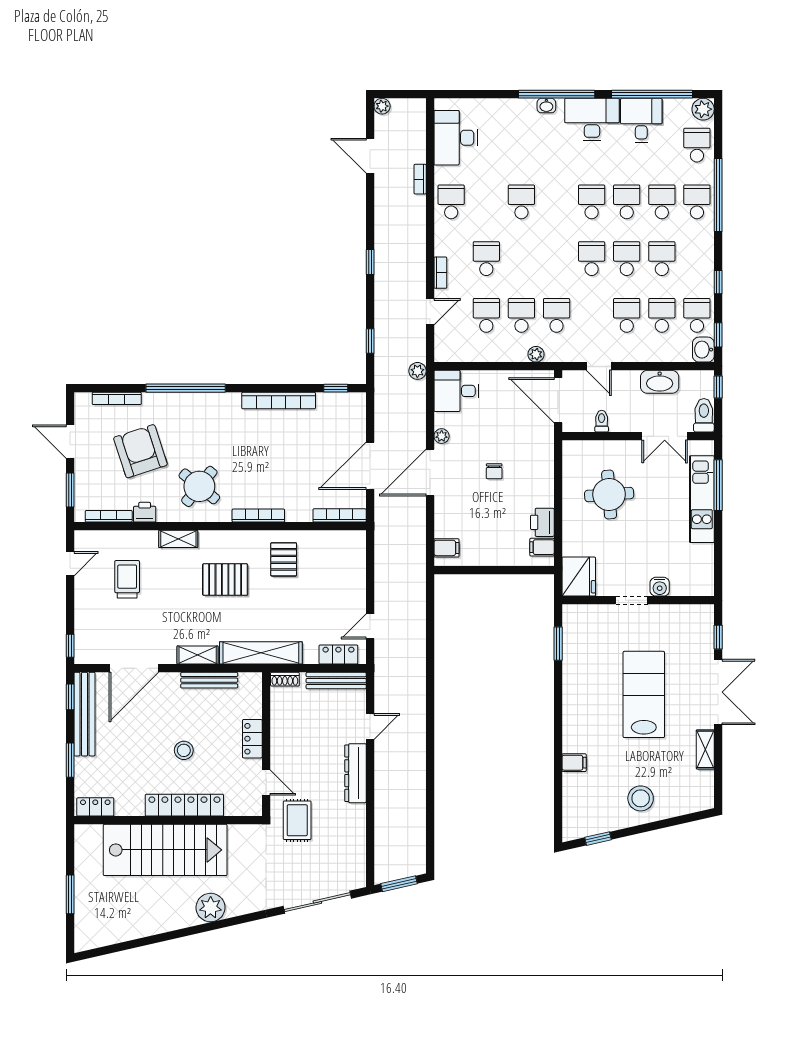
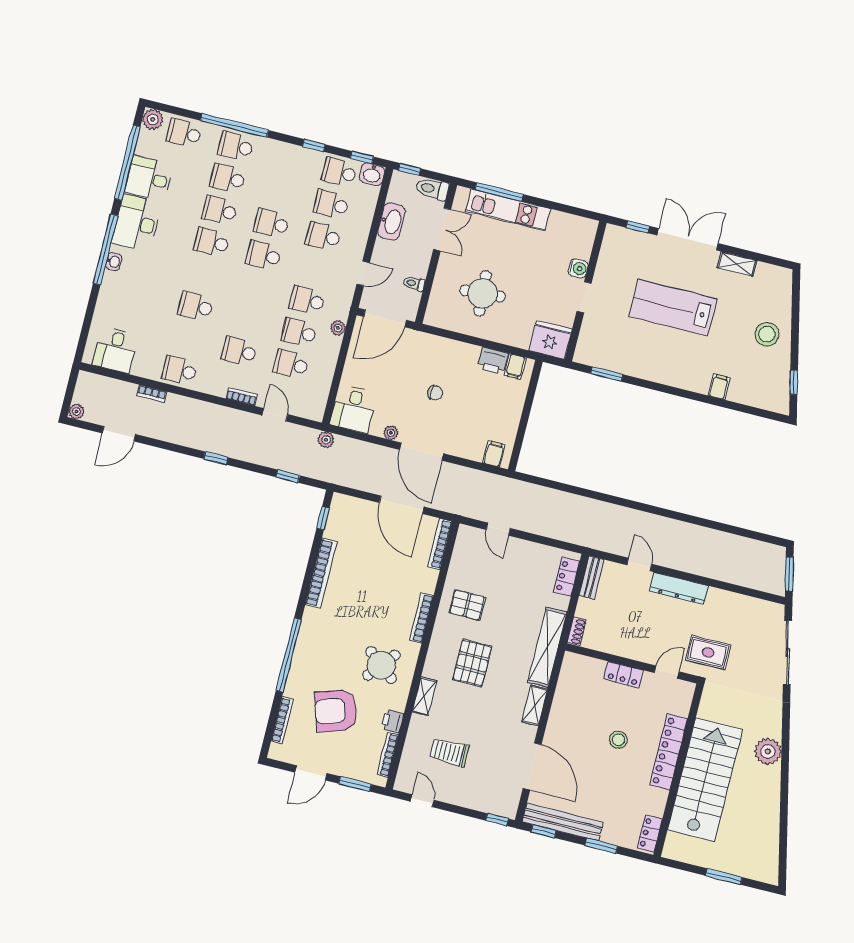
desk: (456, 138) -> (115, 350), width x0.73
school desk: (662, 259) -> (280, 191), removed
door: (370, 626) -> (498, 529), moved
bench: (209, 680) -> (560, 701), removed
bench: (336, 681) -> (592, 578), width x0.73

